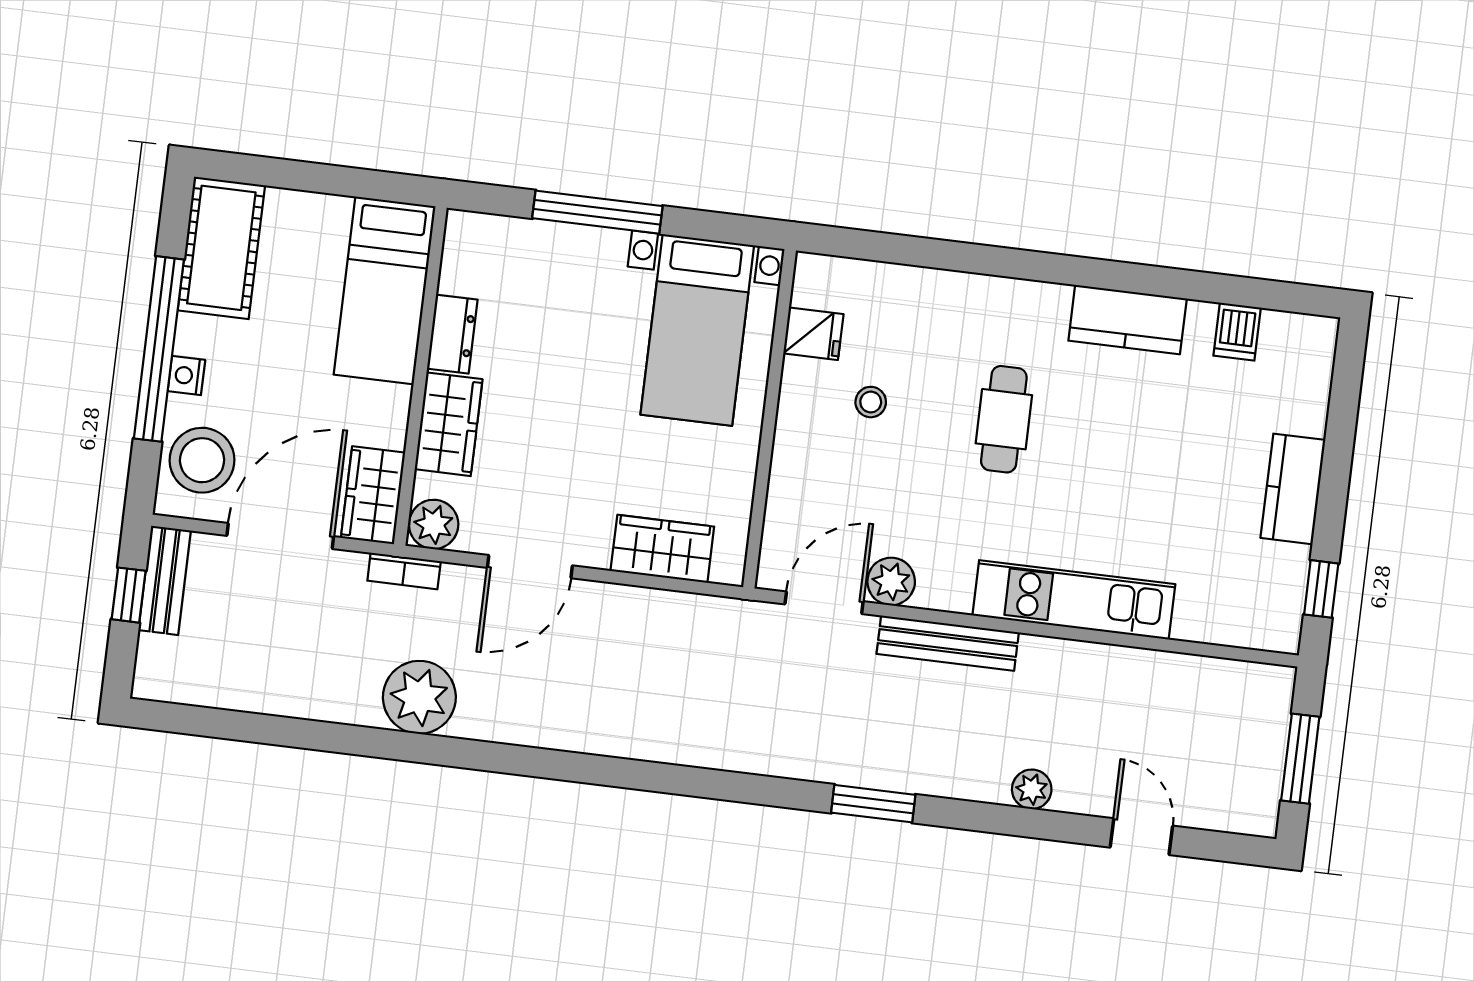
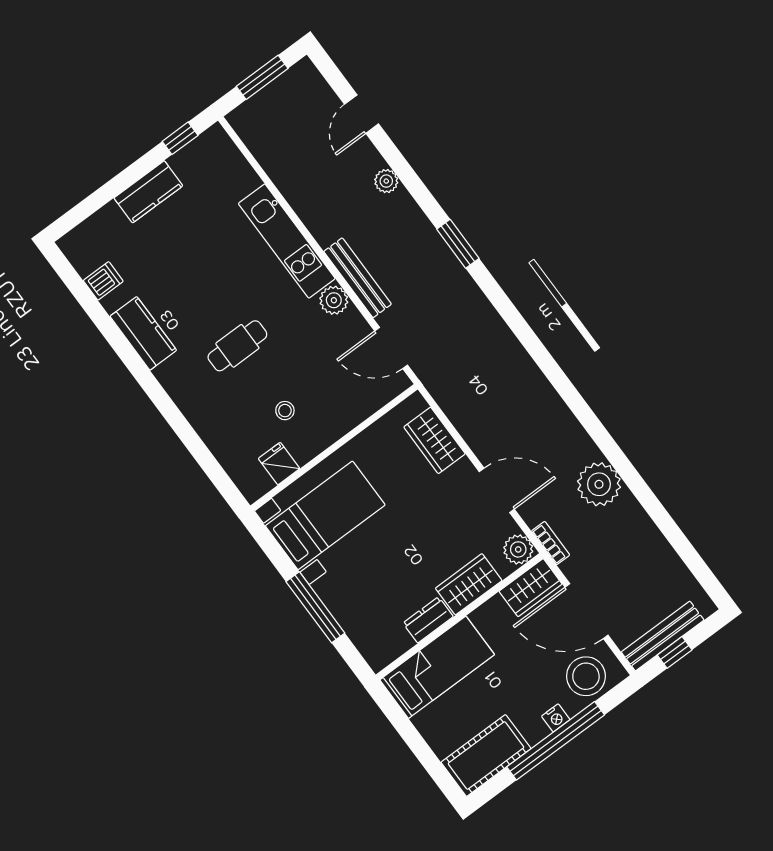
bench: (165, 580) -> (663, 636), width x1.36
plant: (891, 581) -> (334, 300), moved

